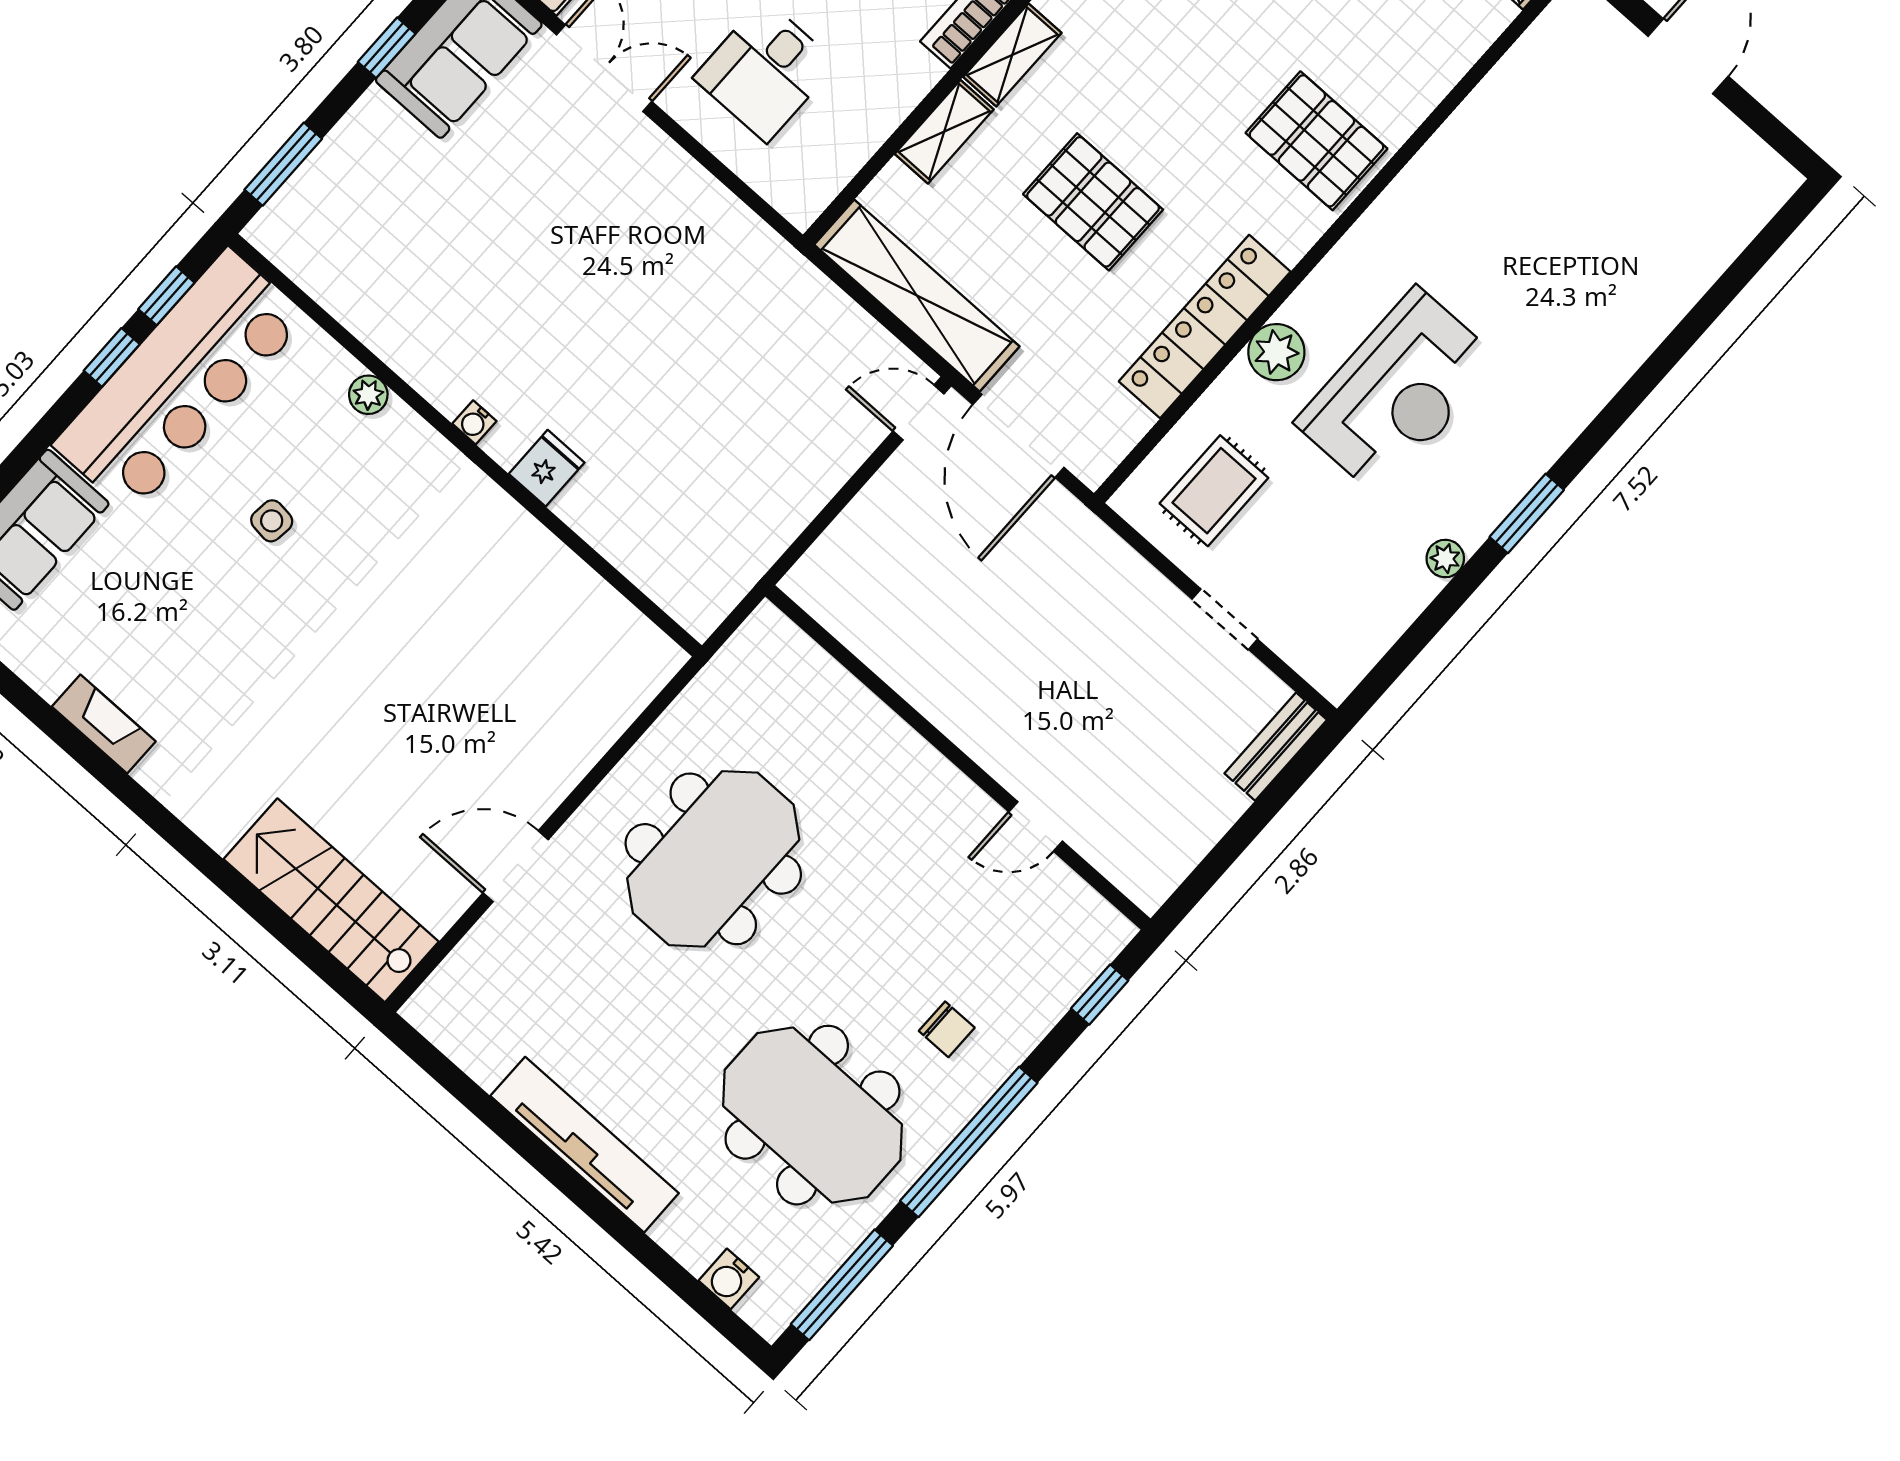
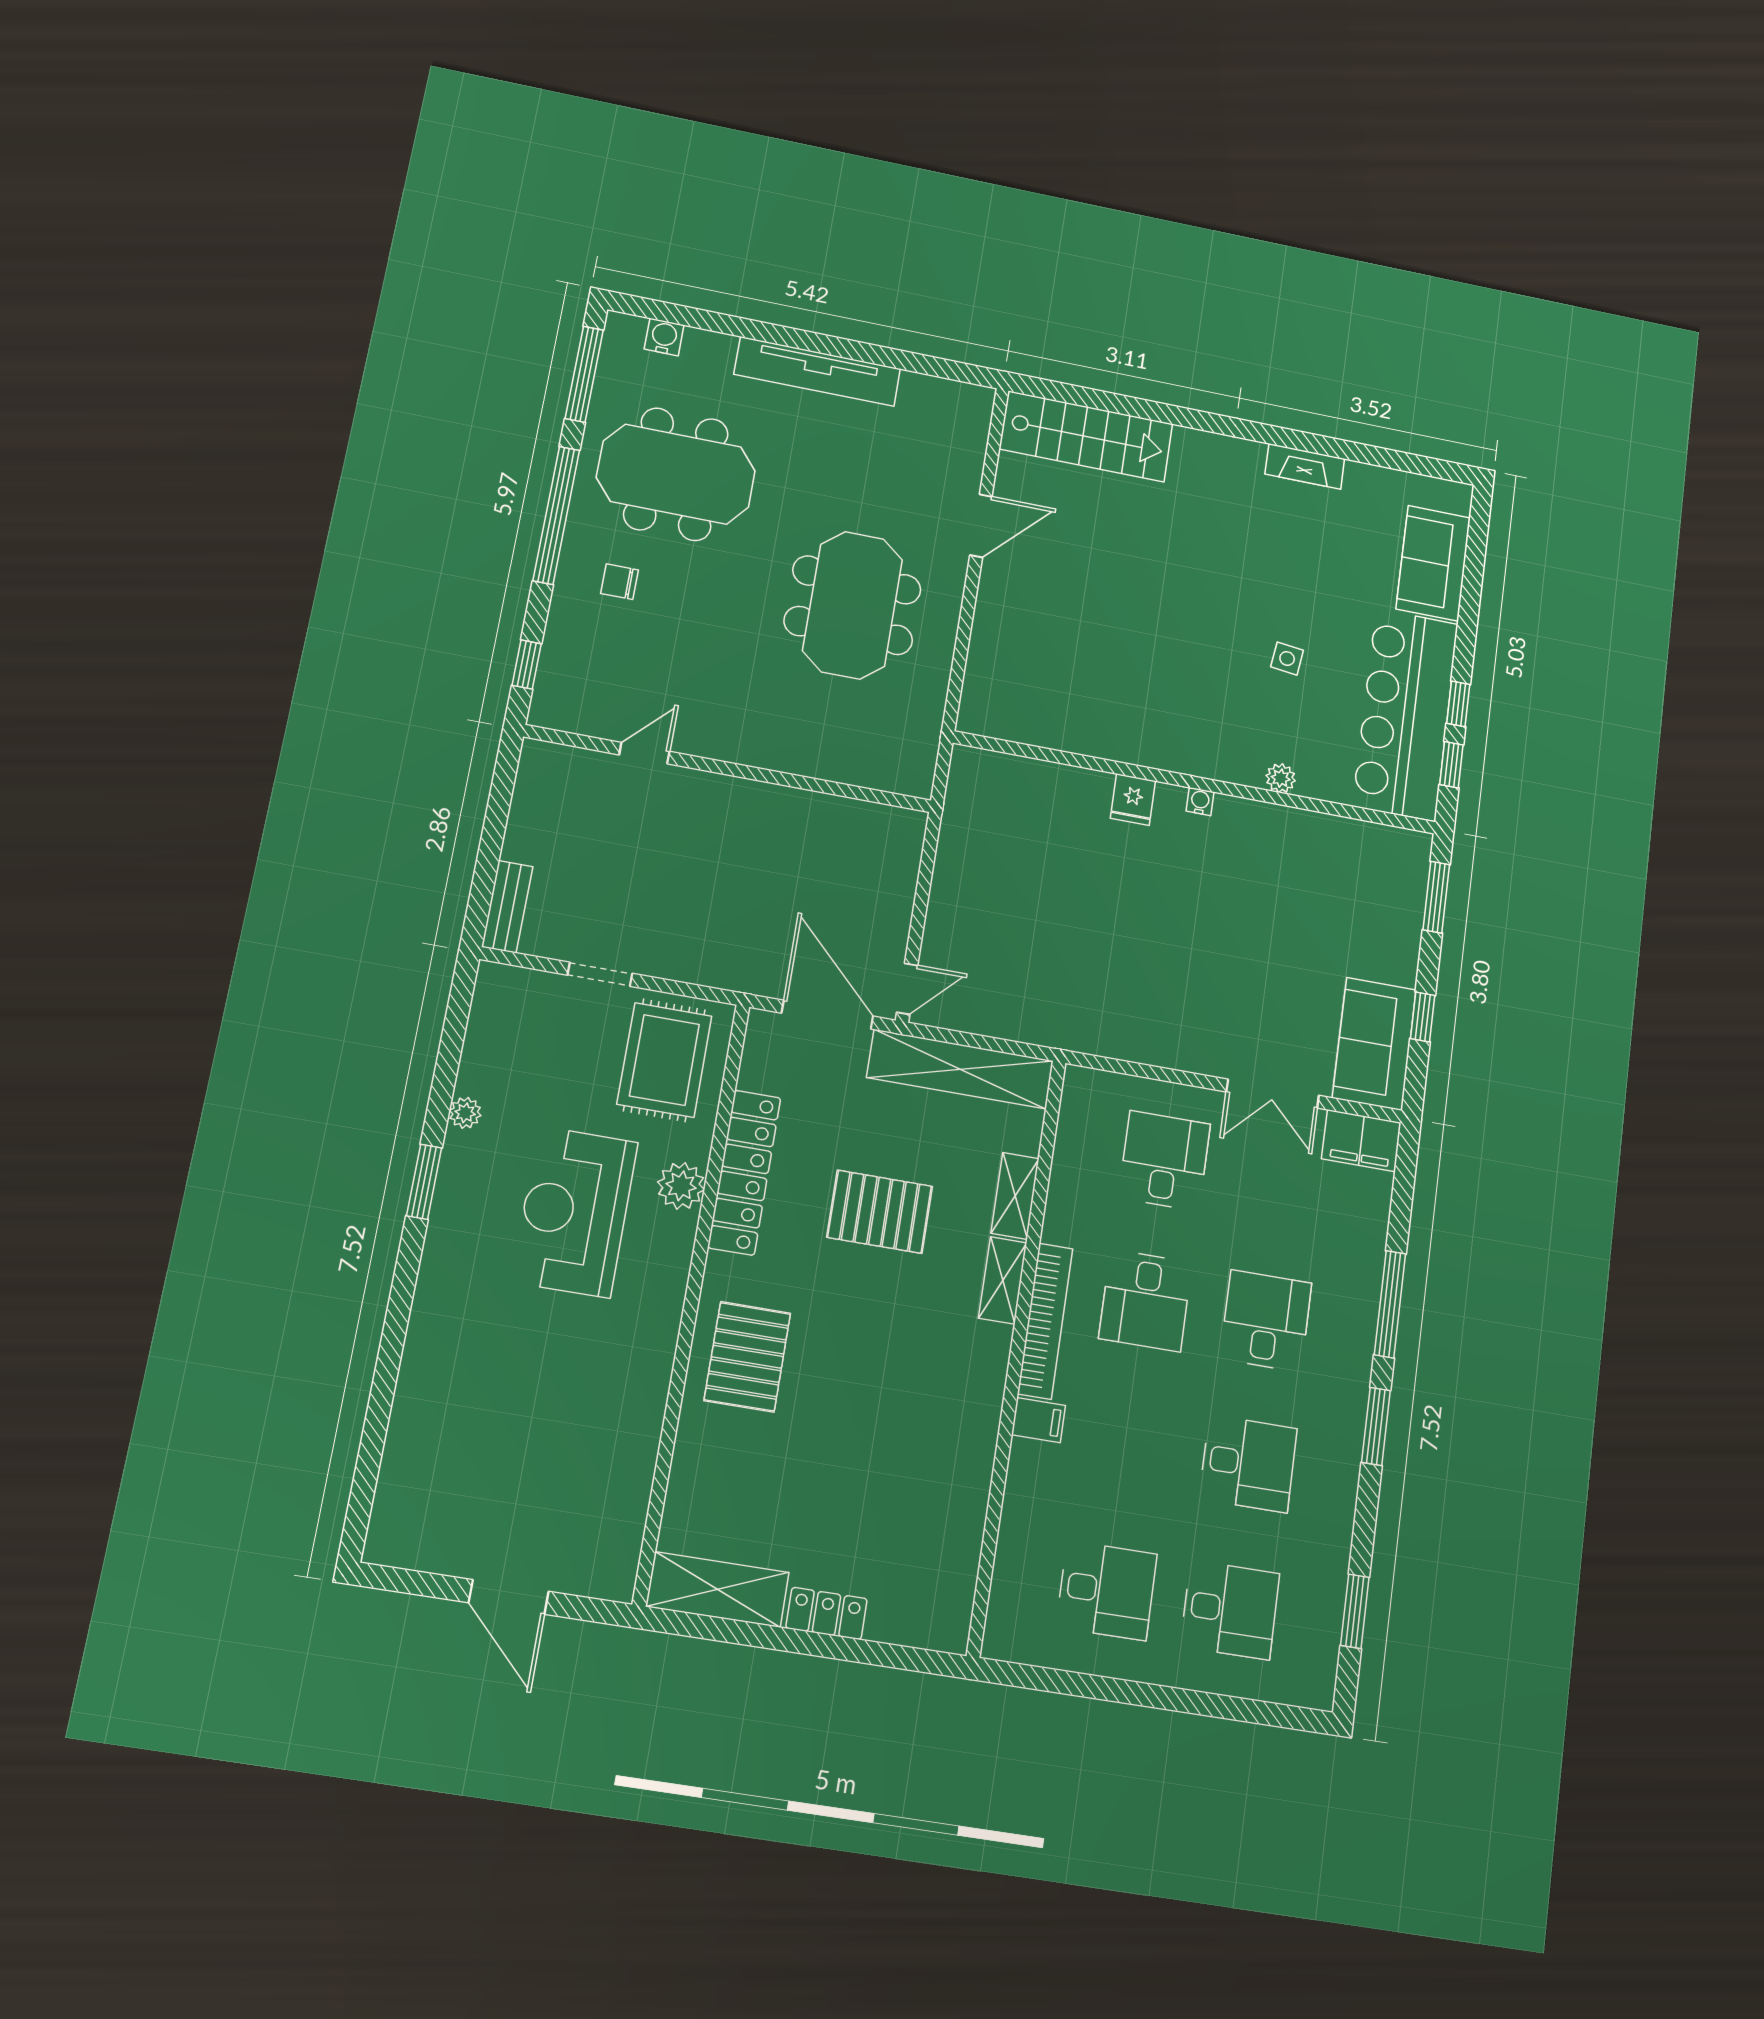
pallet: (1316, 141) -> (747, 1357), turned 90
rug: (1214, 491) -> (664, 1060), width x1.36, depth x1.43

